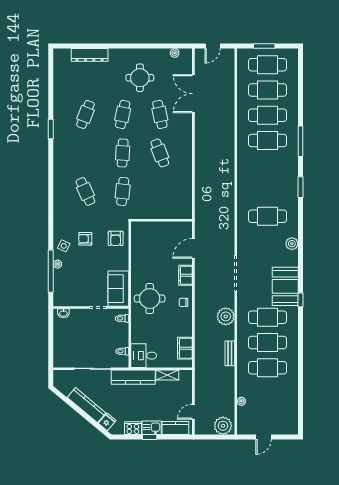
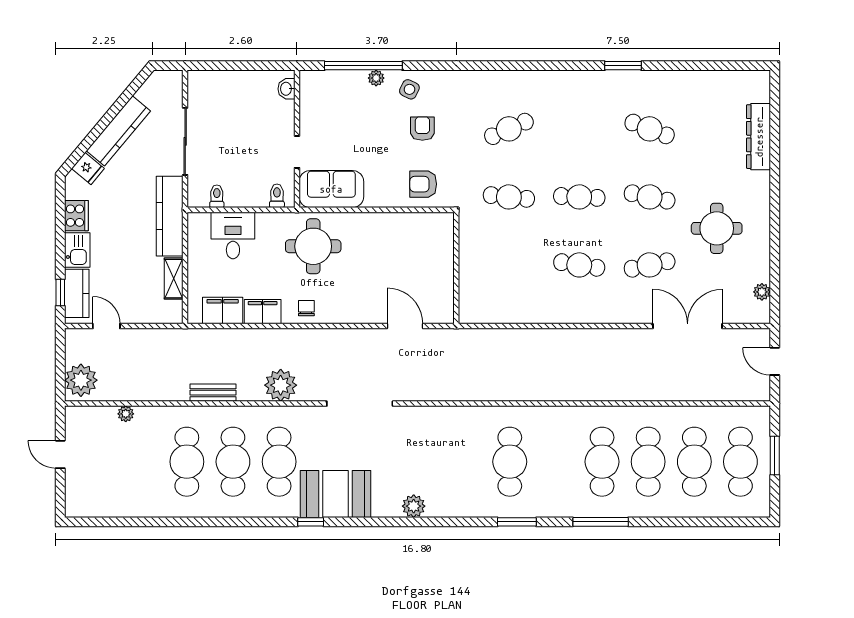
cafe table: (160, 153) -> (579, 265), turned 30
cafe table: (268, 216) -> (510, 462), moved
filing cabinet: (185, 275) -> (263, 312), moved
desk: (144, 356) -> (233, 235), moved
window: (150, 437) -> (60, 292), moved

